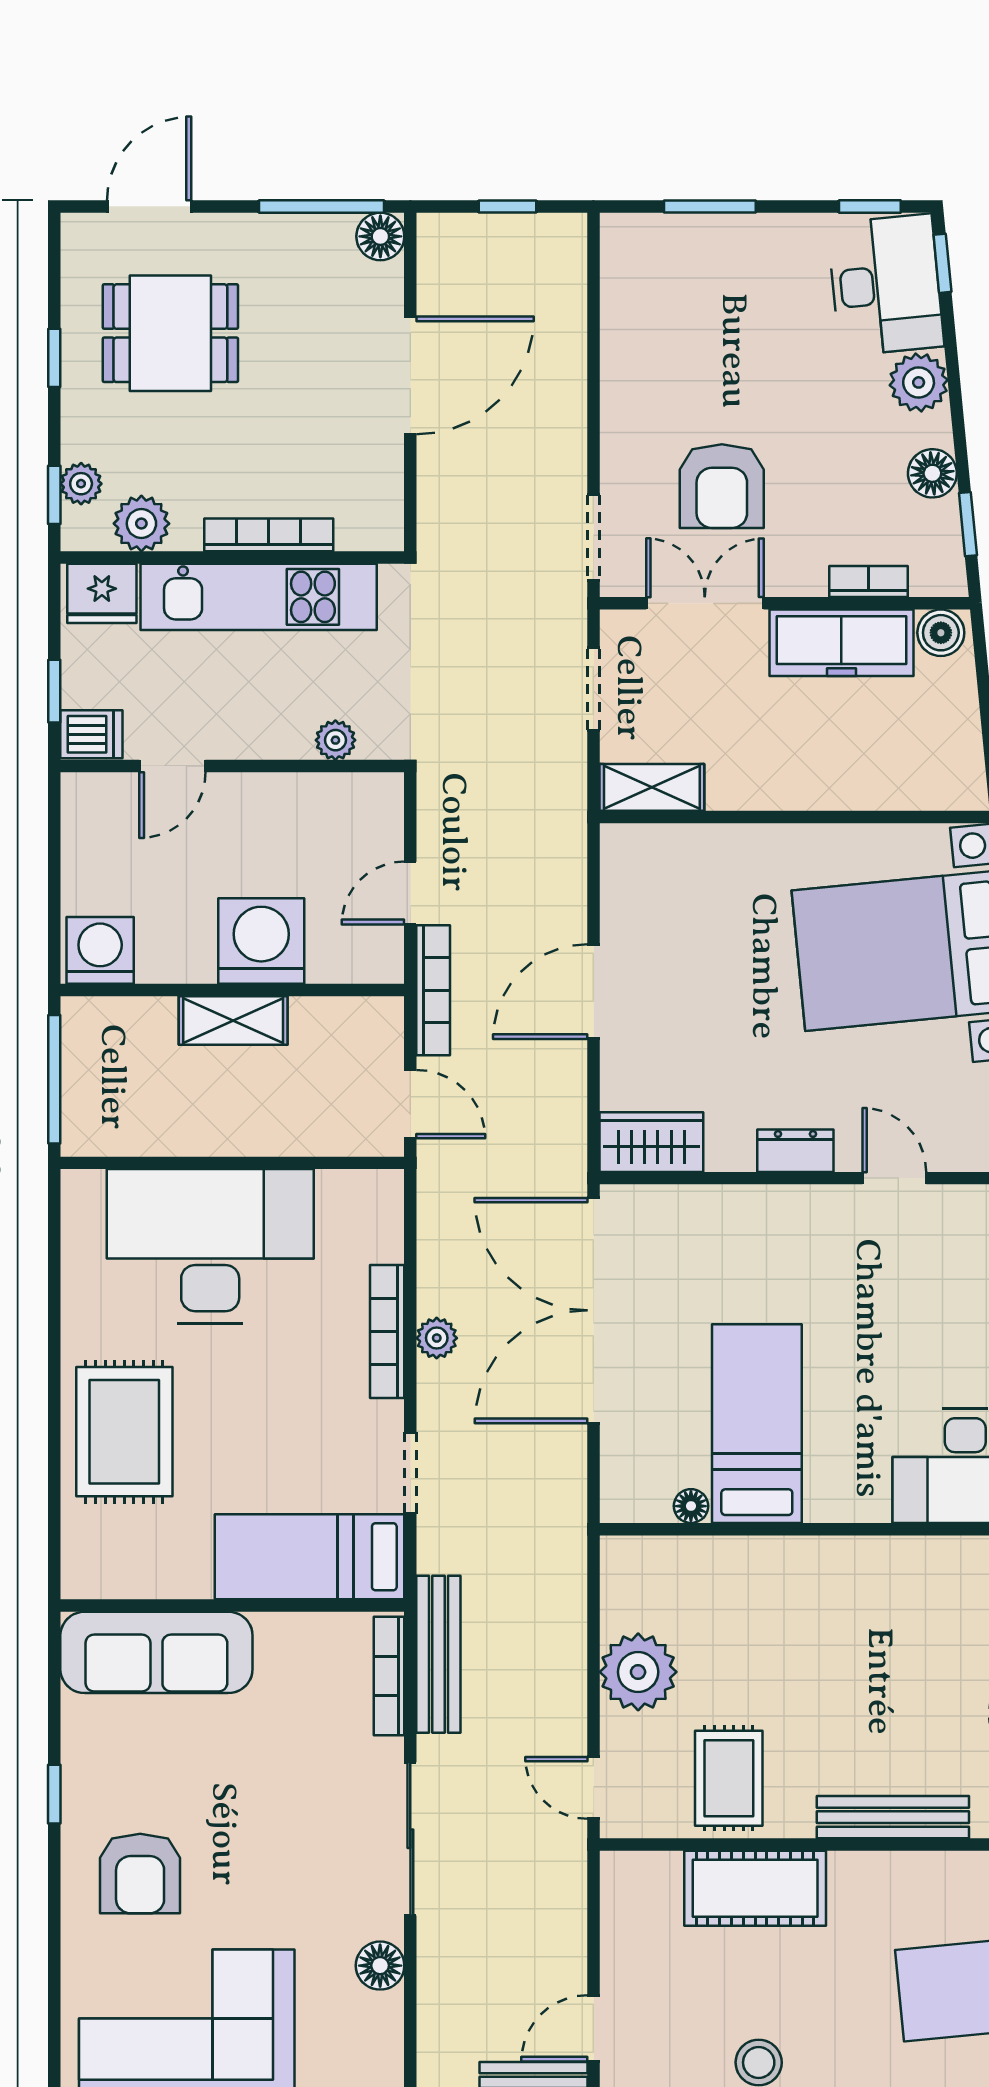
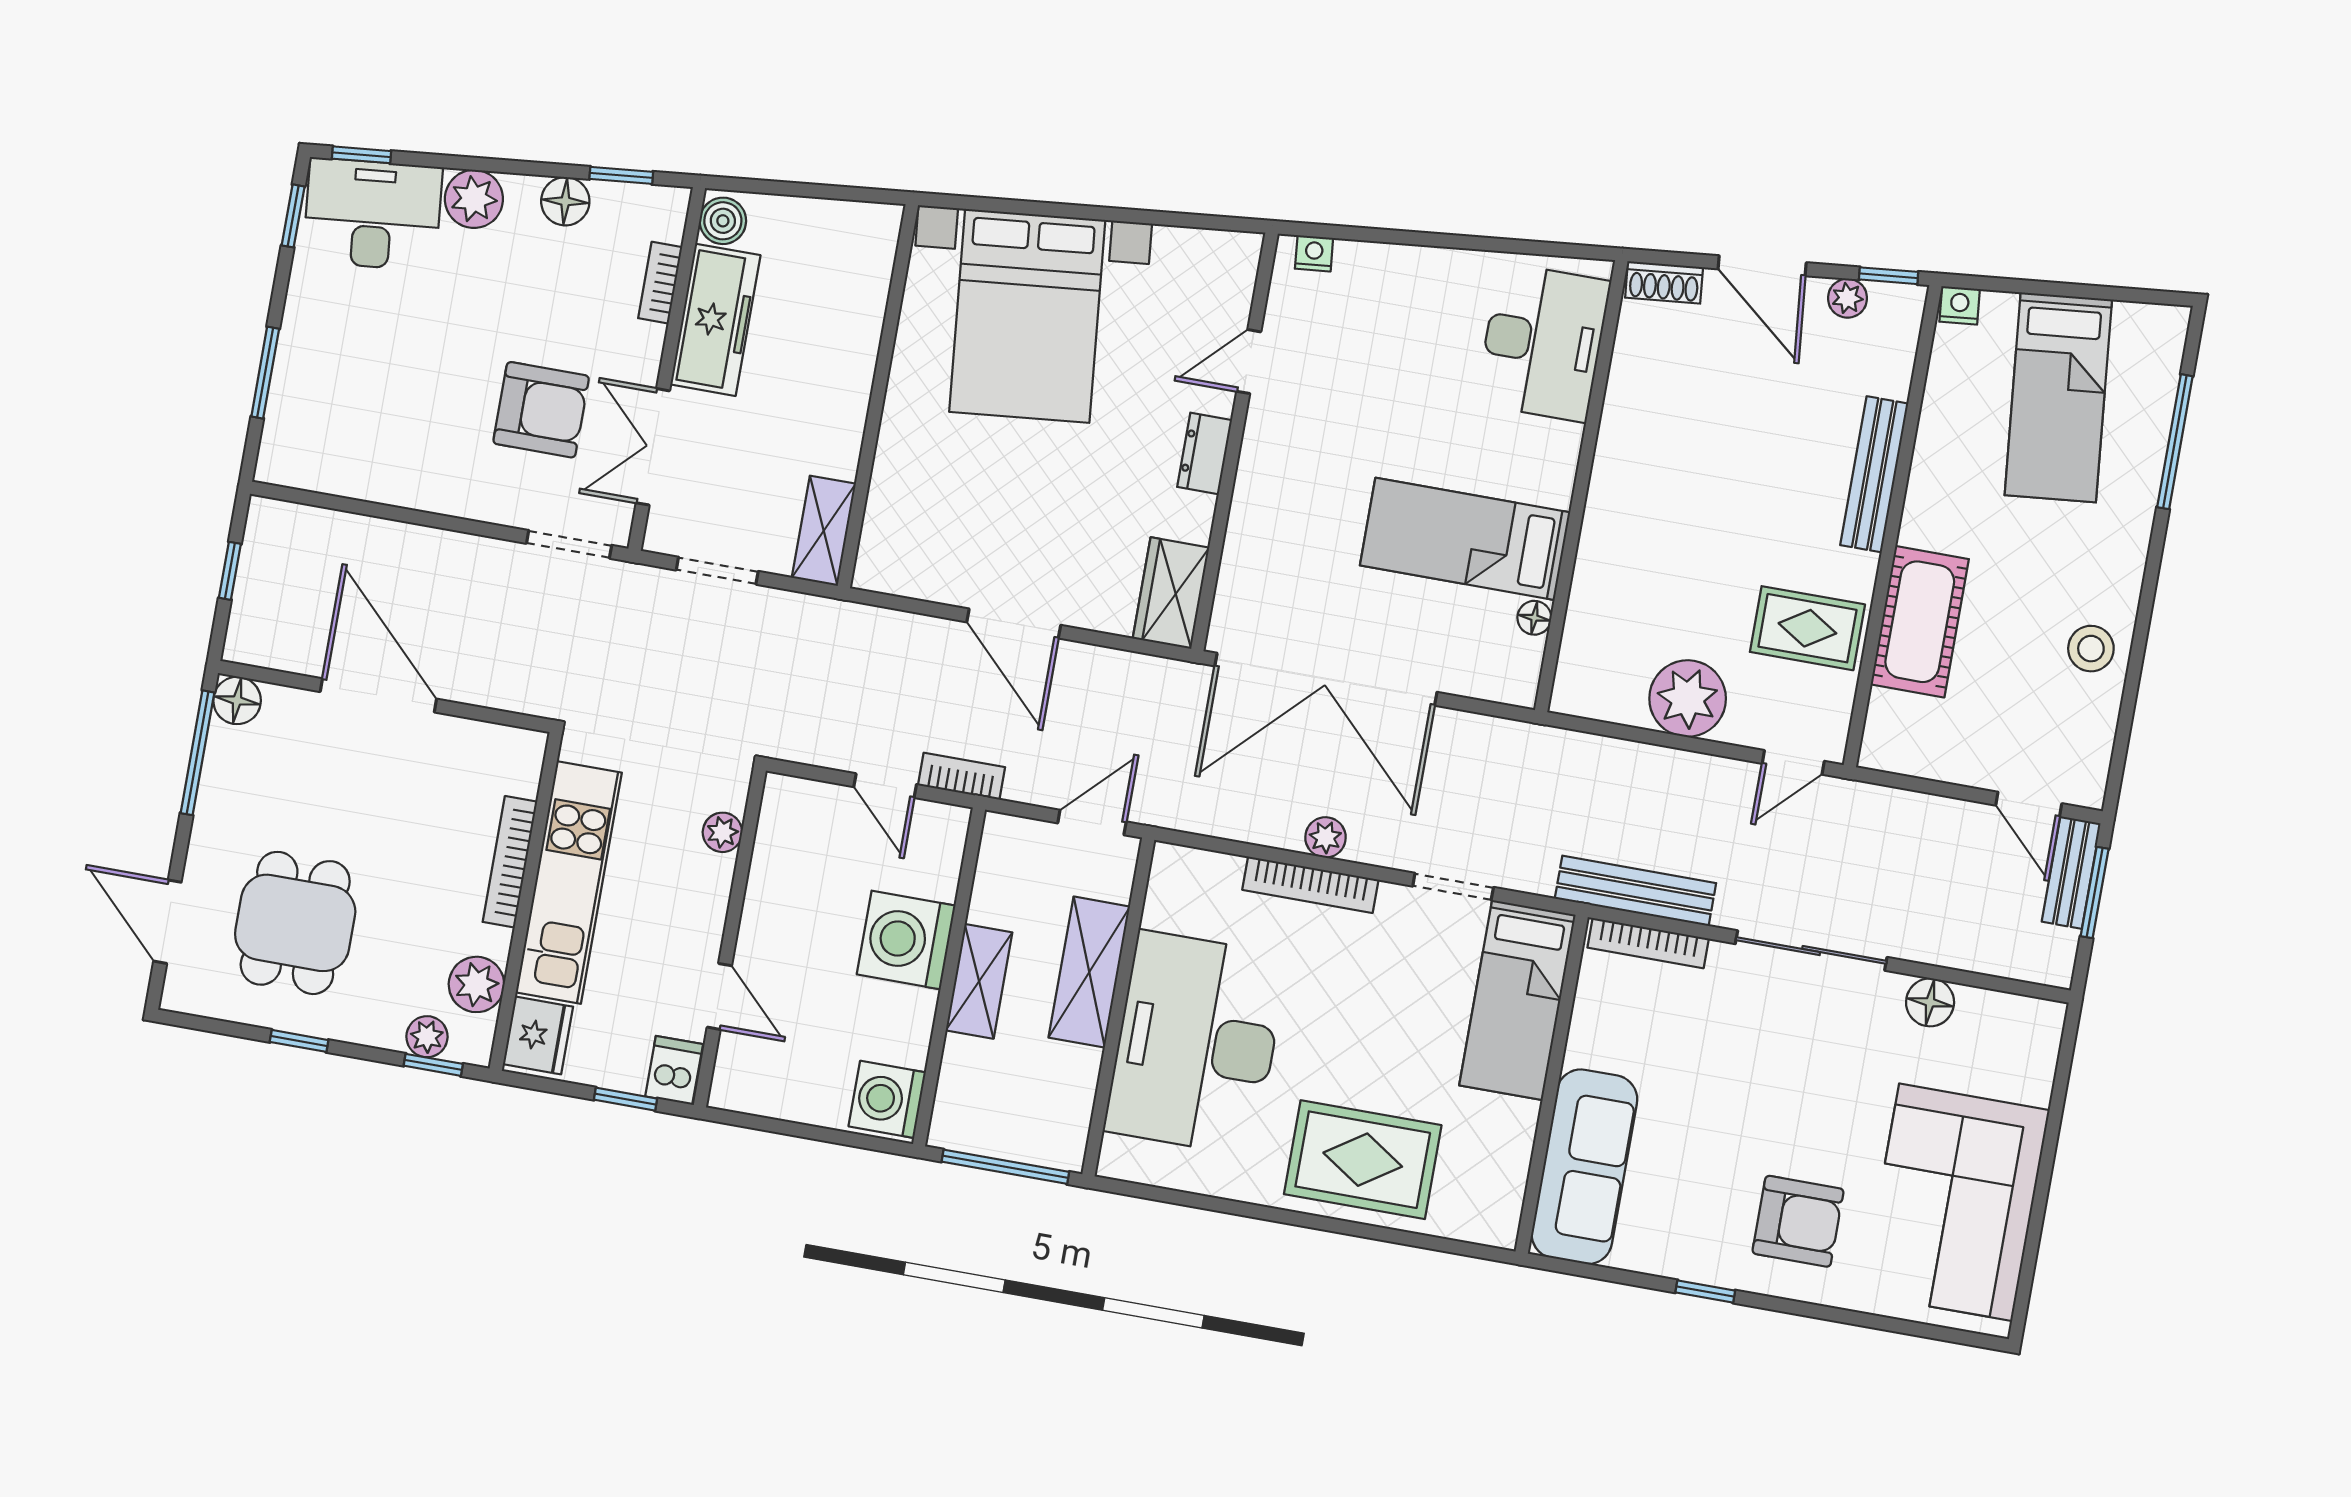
bookcase: (433, 990) -> (961, 776), width x0.64
shelving: (262, 1128) -> (1089, 972), added

